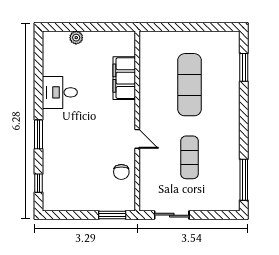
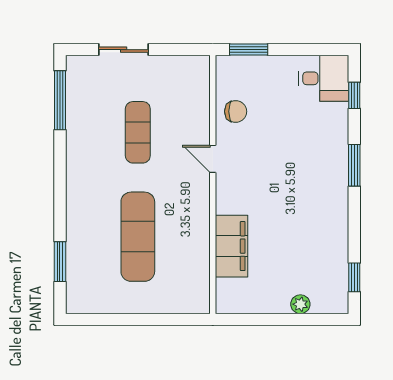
window: (39, 56) -> (354, 277), added
desk: (60, 92) -> (324, 78), moved
chair: (121, 172) -> (236, 111), turned 90
sliding door: (172, 215) -> (124, 50), moved

